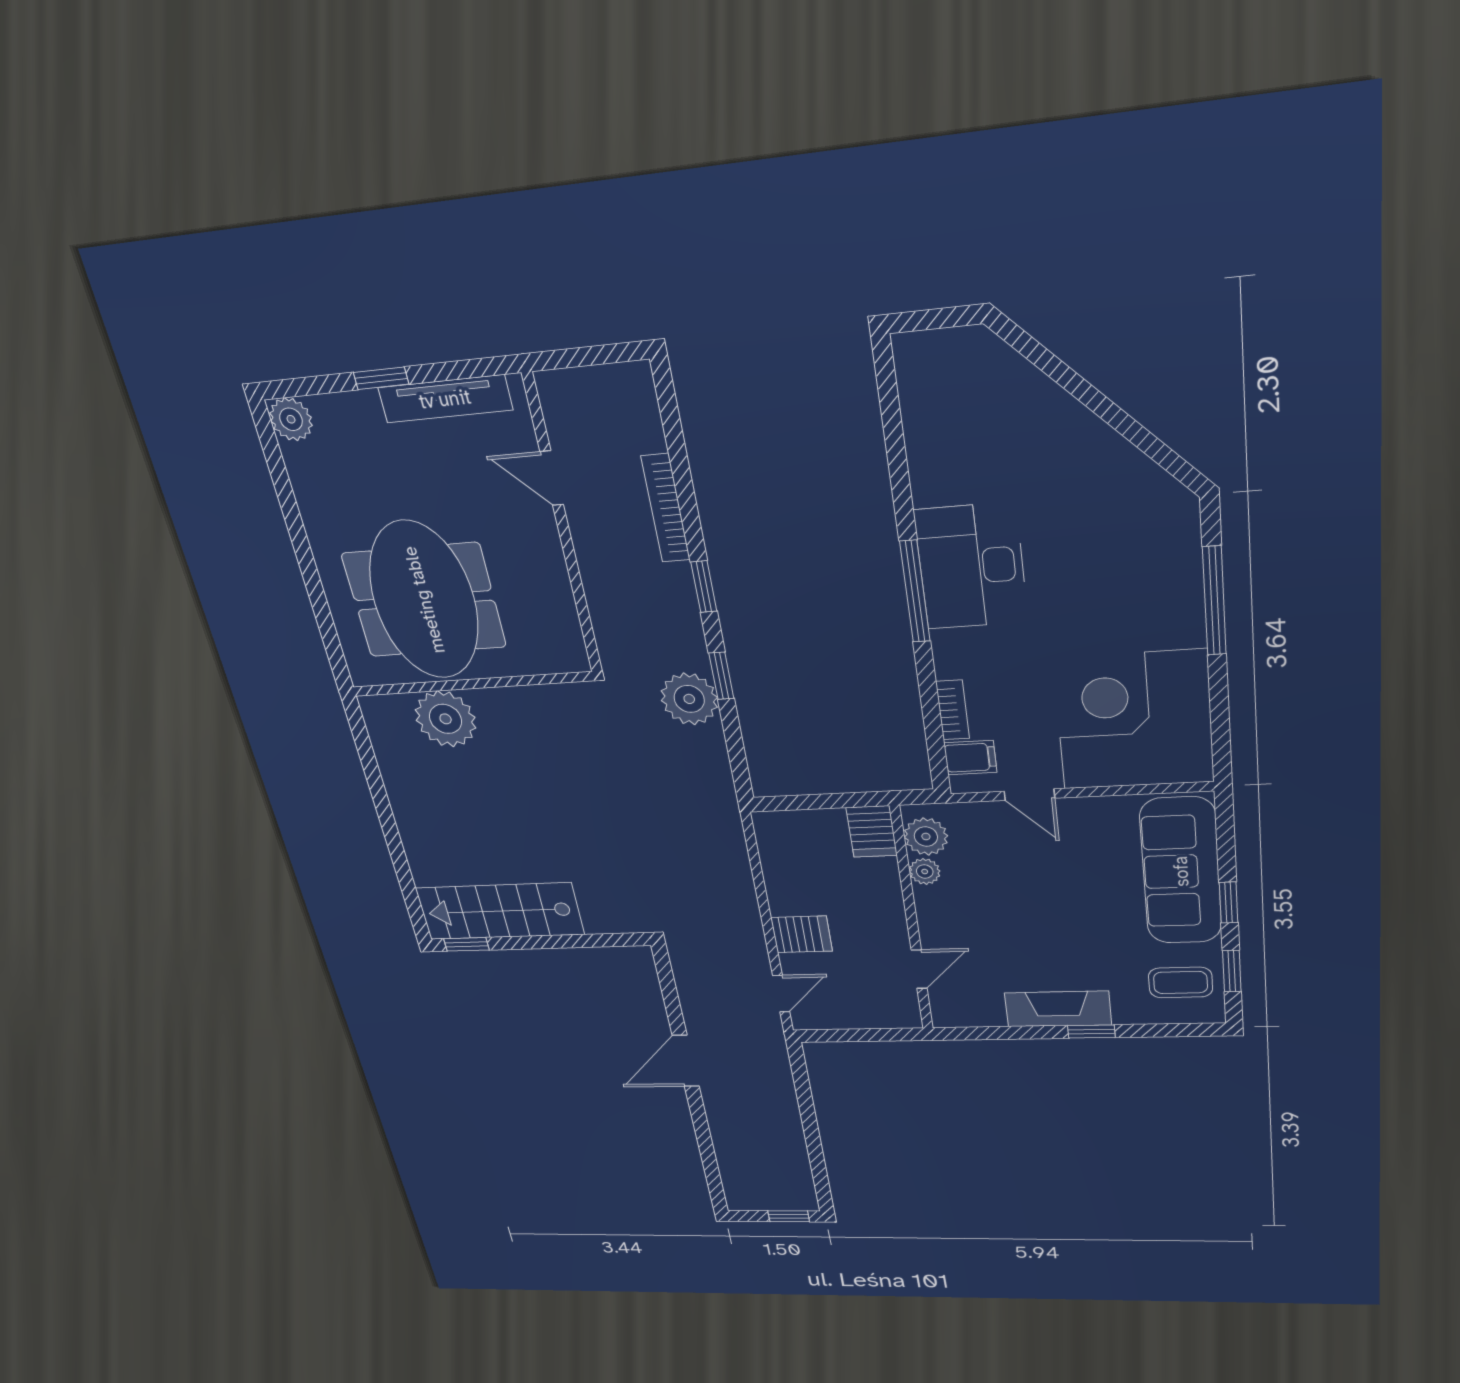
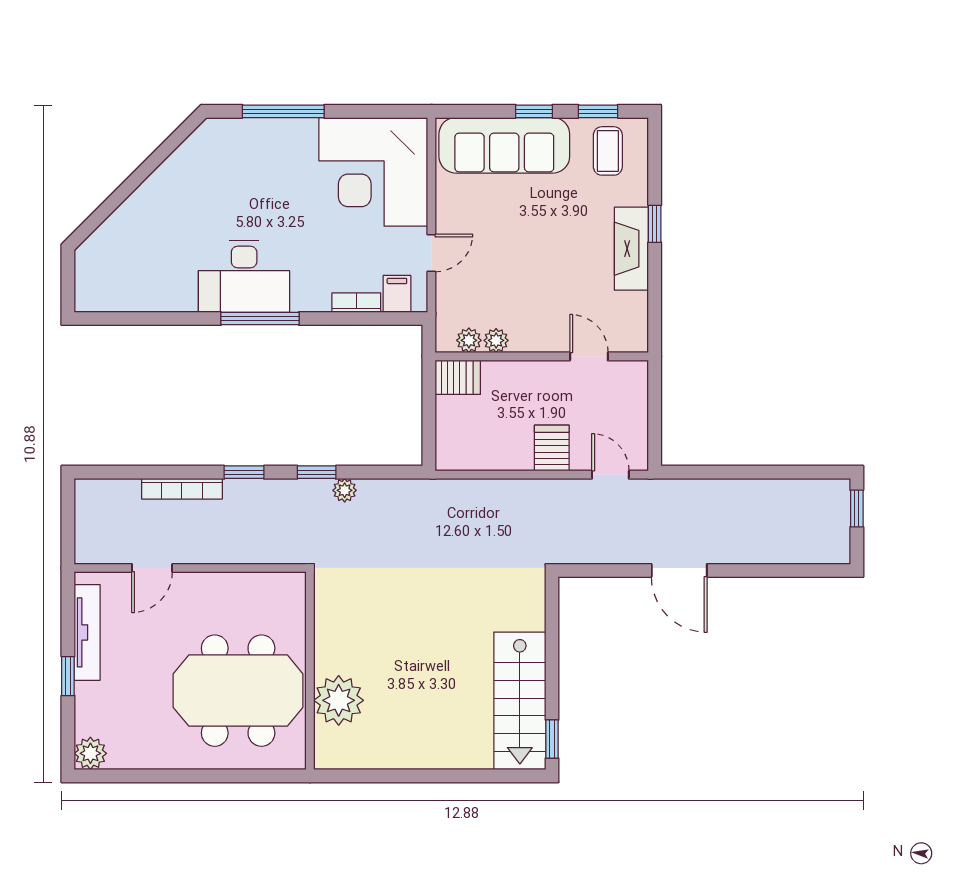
plant: (689, 699) -> (345, 490), width x0.53, depth x0.53
plant: (926, 837) -> (469, 340), width x0.73, depth x0.73

